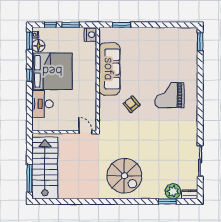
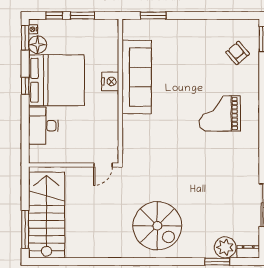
nightstand: (91, 35) -> (110, 81), moved
armchair: (132, 104) -> (238, 53), moved
door: (85, 132) -> (103, 165), swing flipped

